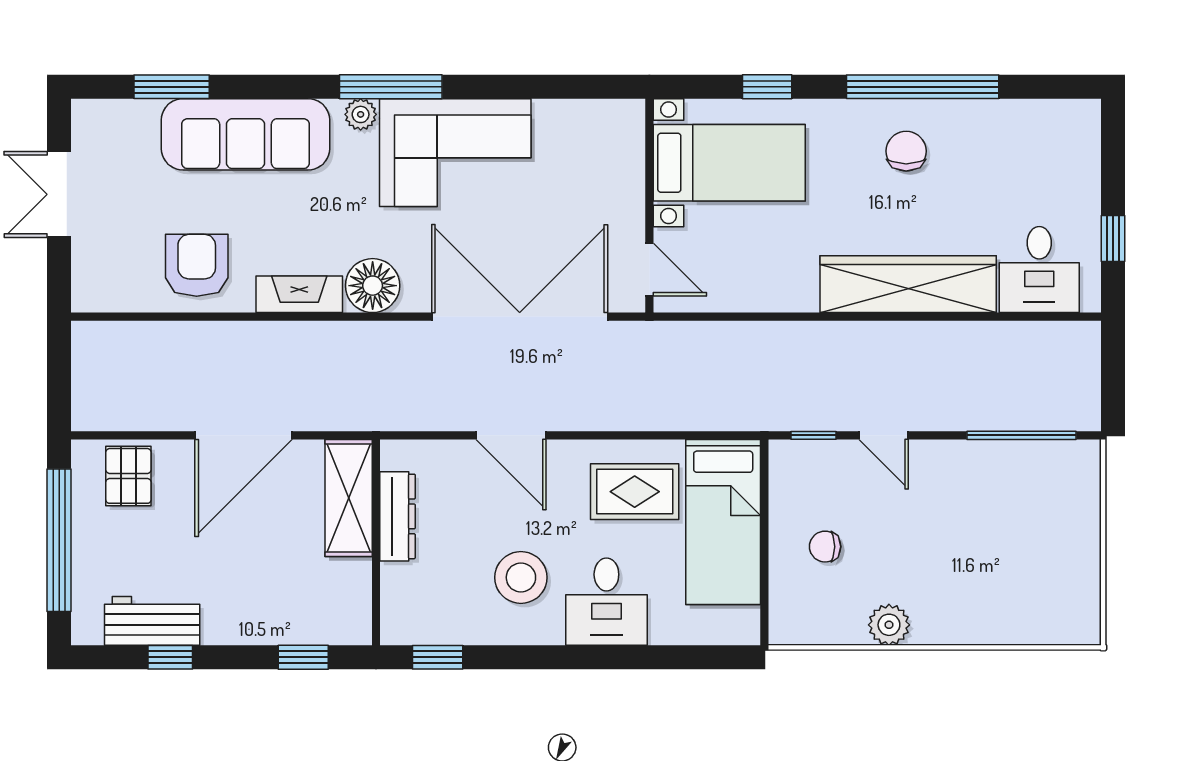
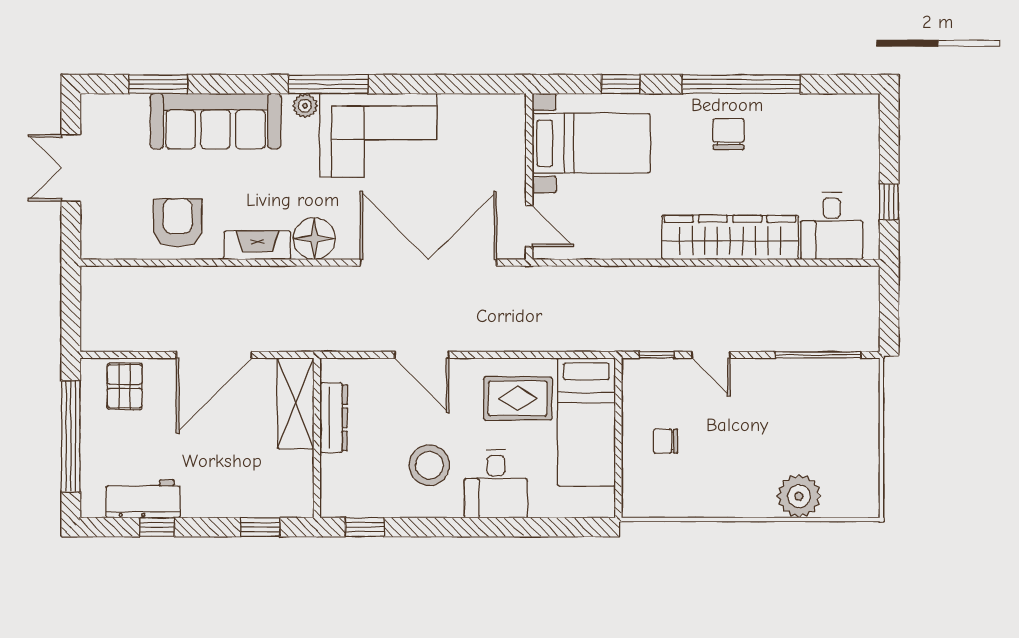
plant: (889, 625) -> (799, 496), moved, width x1.36, depth x1.36

